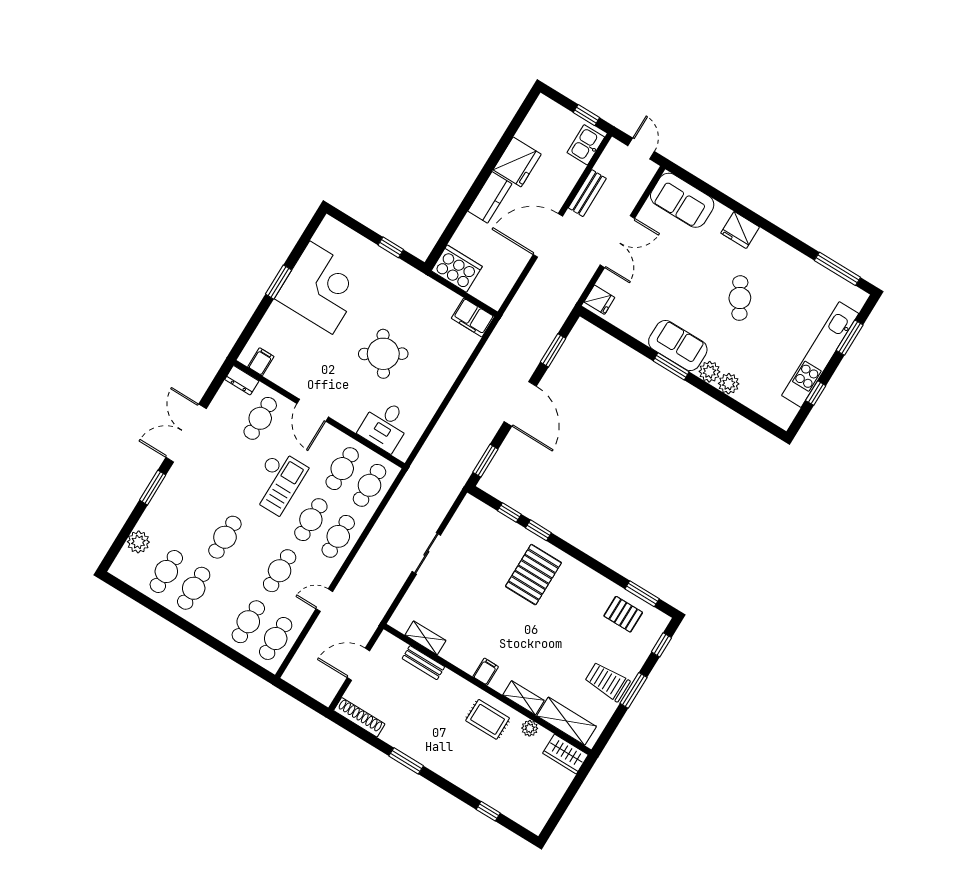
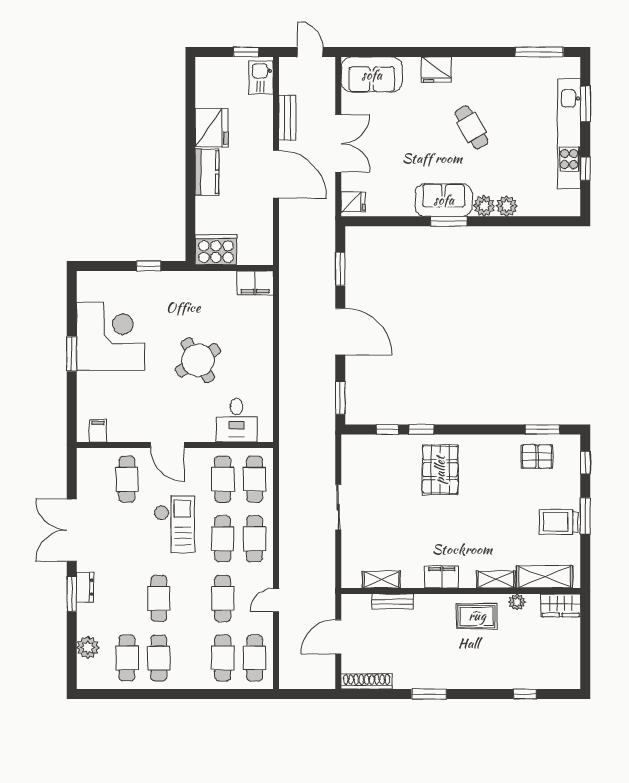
door: (548, 235) -> (276, 174), swing flipped
dresser: (242, 380) -> (85, 587), moved, turned -90
filing cabinet: (486, 672) -> (442, 577), width x2.00

